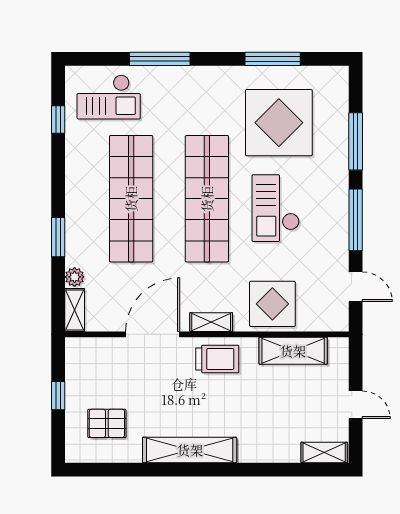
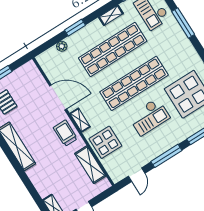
checkout: (276, 208) -> (149, 117), turned 180
shelving: (75, 310) -> (111, 15), moved
trolley: (217, 359) -> (65, 133), turned 180

